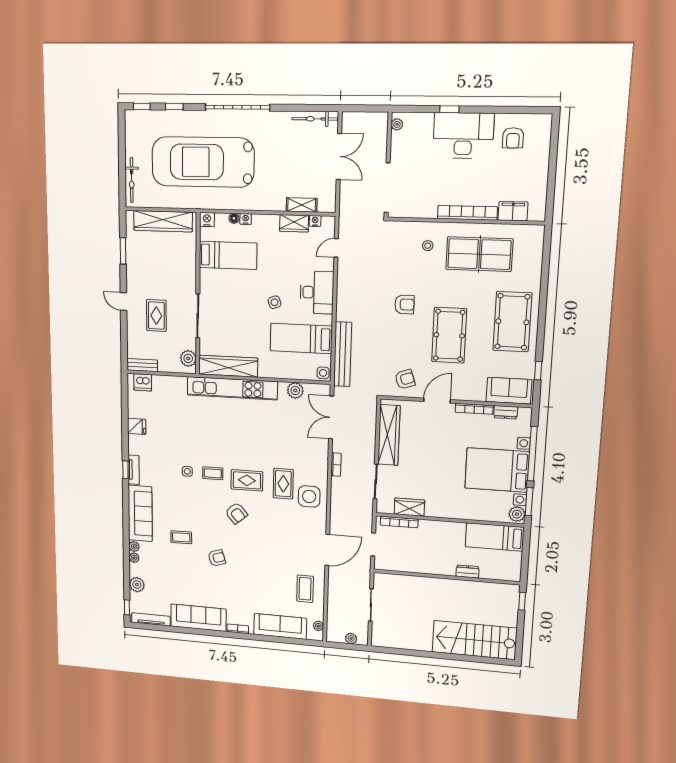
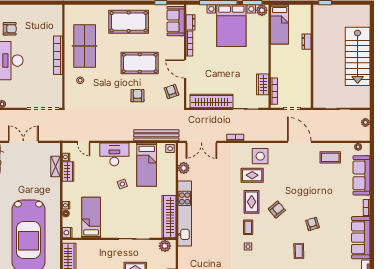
filing cabinet: (513, 211) -> (56, 26), removed
armchair: (404, 304) -> (137, 96), moved
stairs: (474, 640) -> (358, 56), moved

